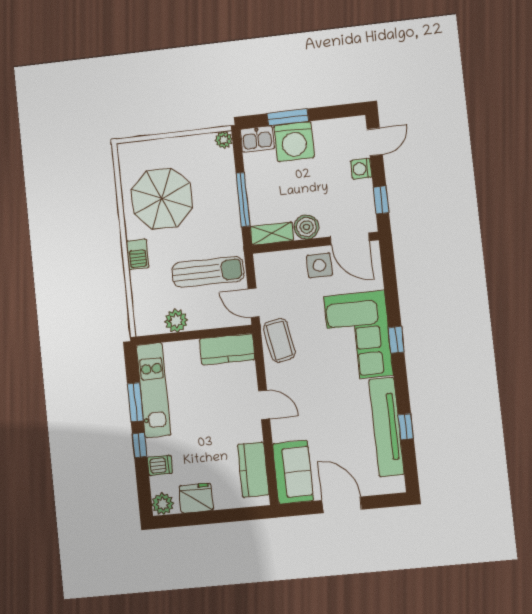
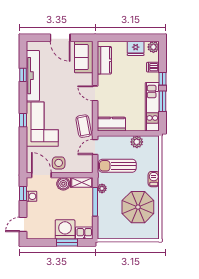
plant: (224, 140) -> (102, 188), moved
washing machine: (361, 169) -> (32, 196), moved
door: (254, 303) -> (95, 147), swing flipped

